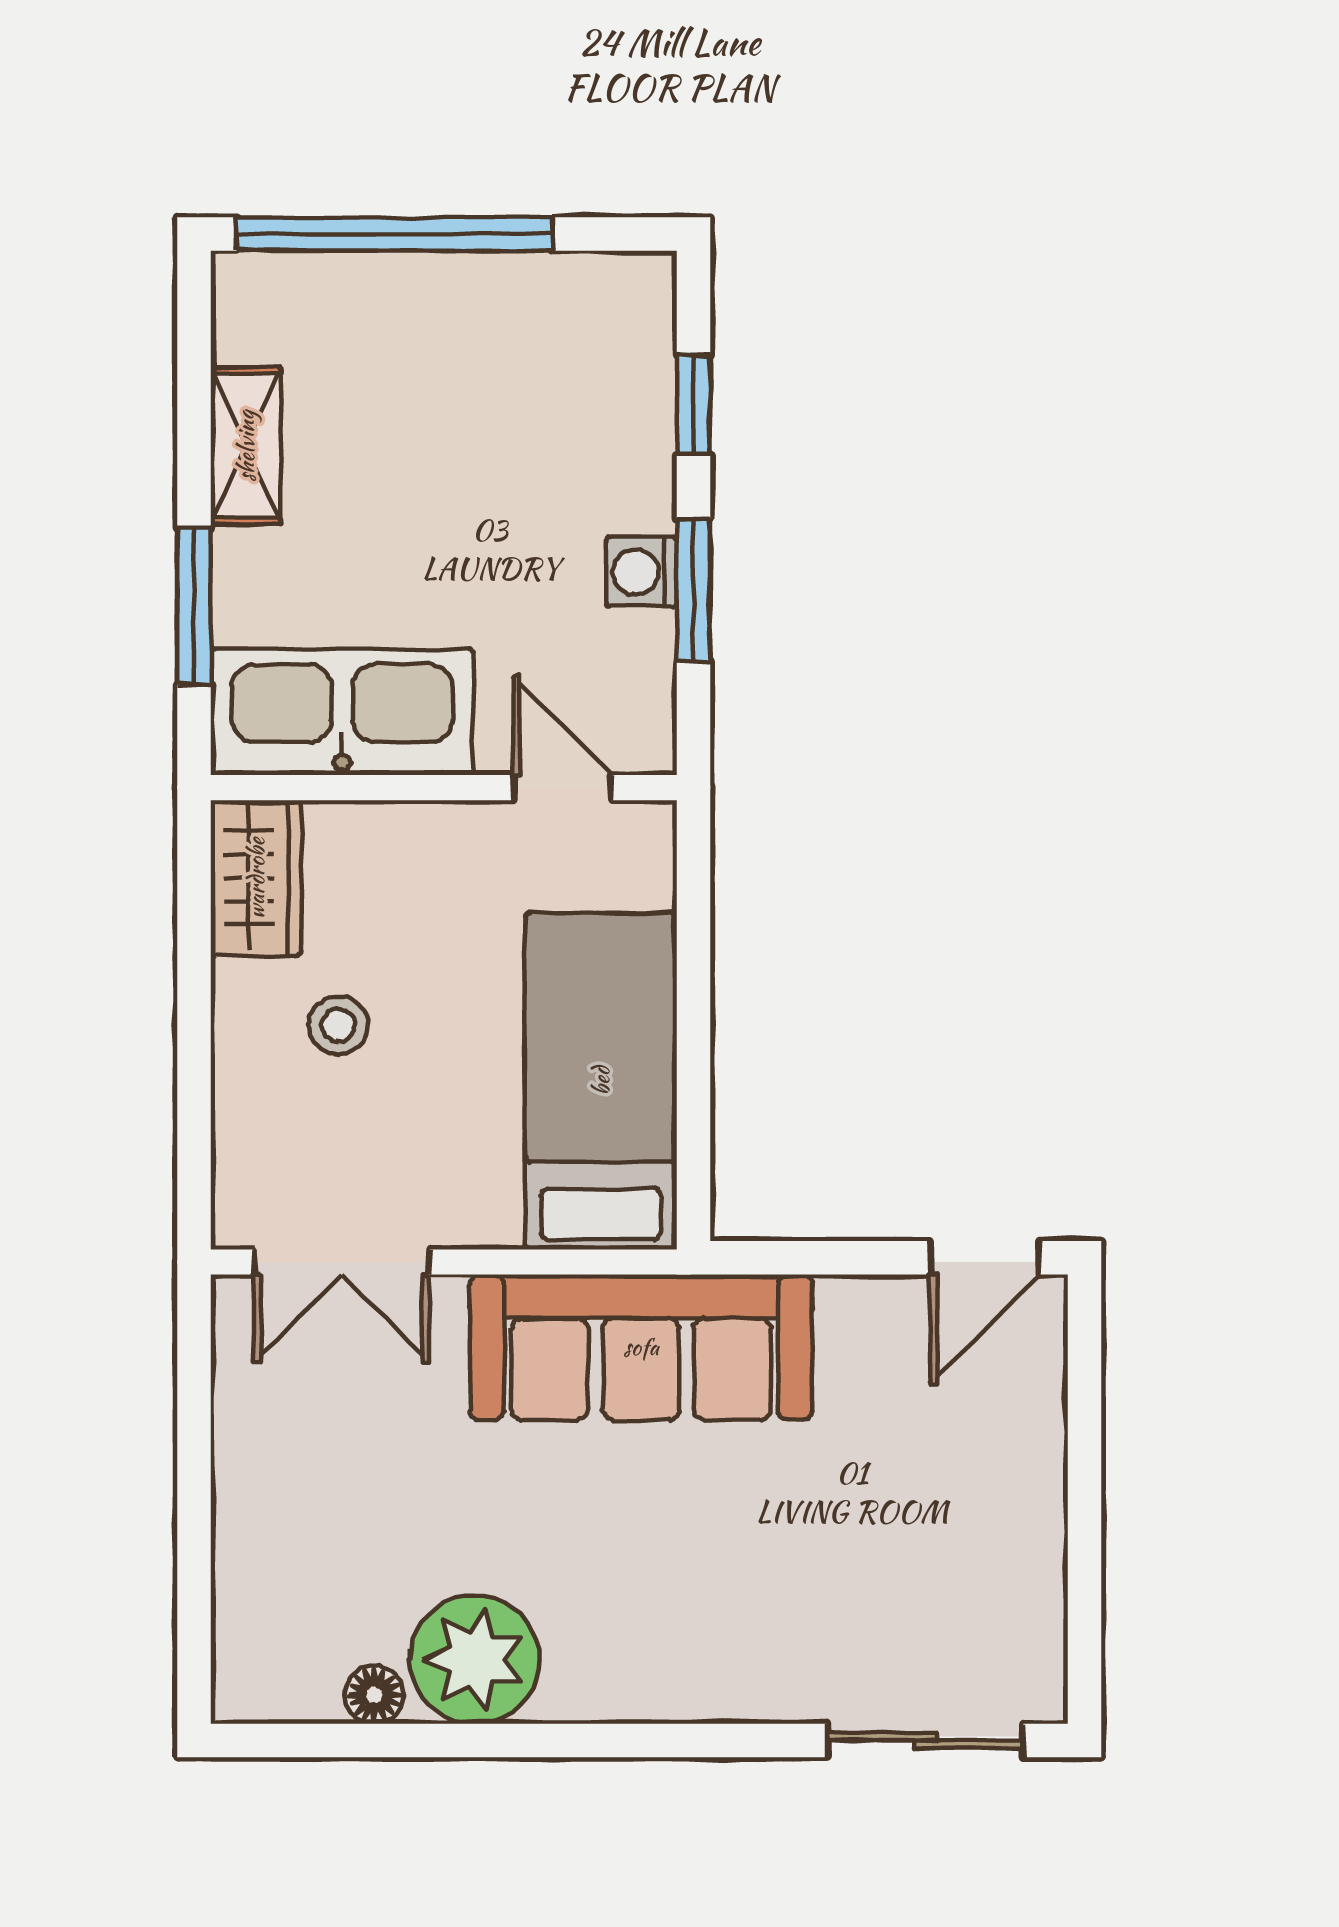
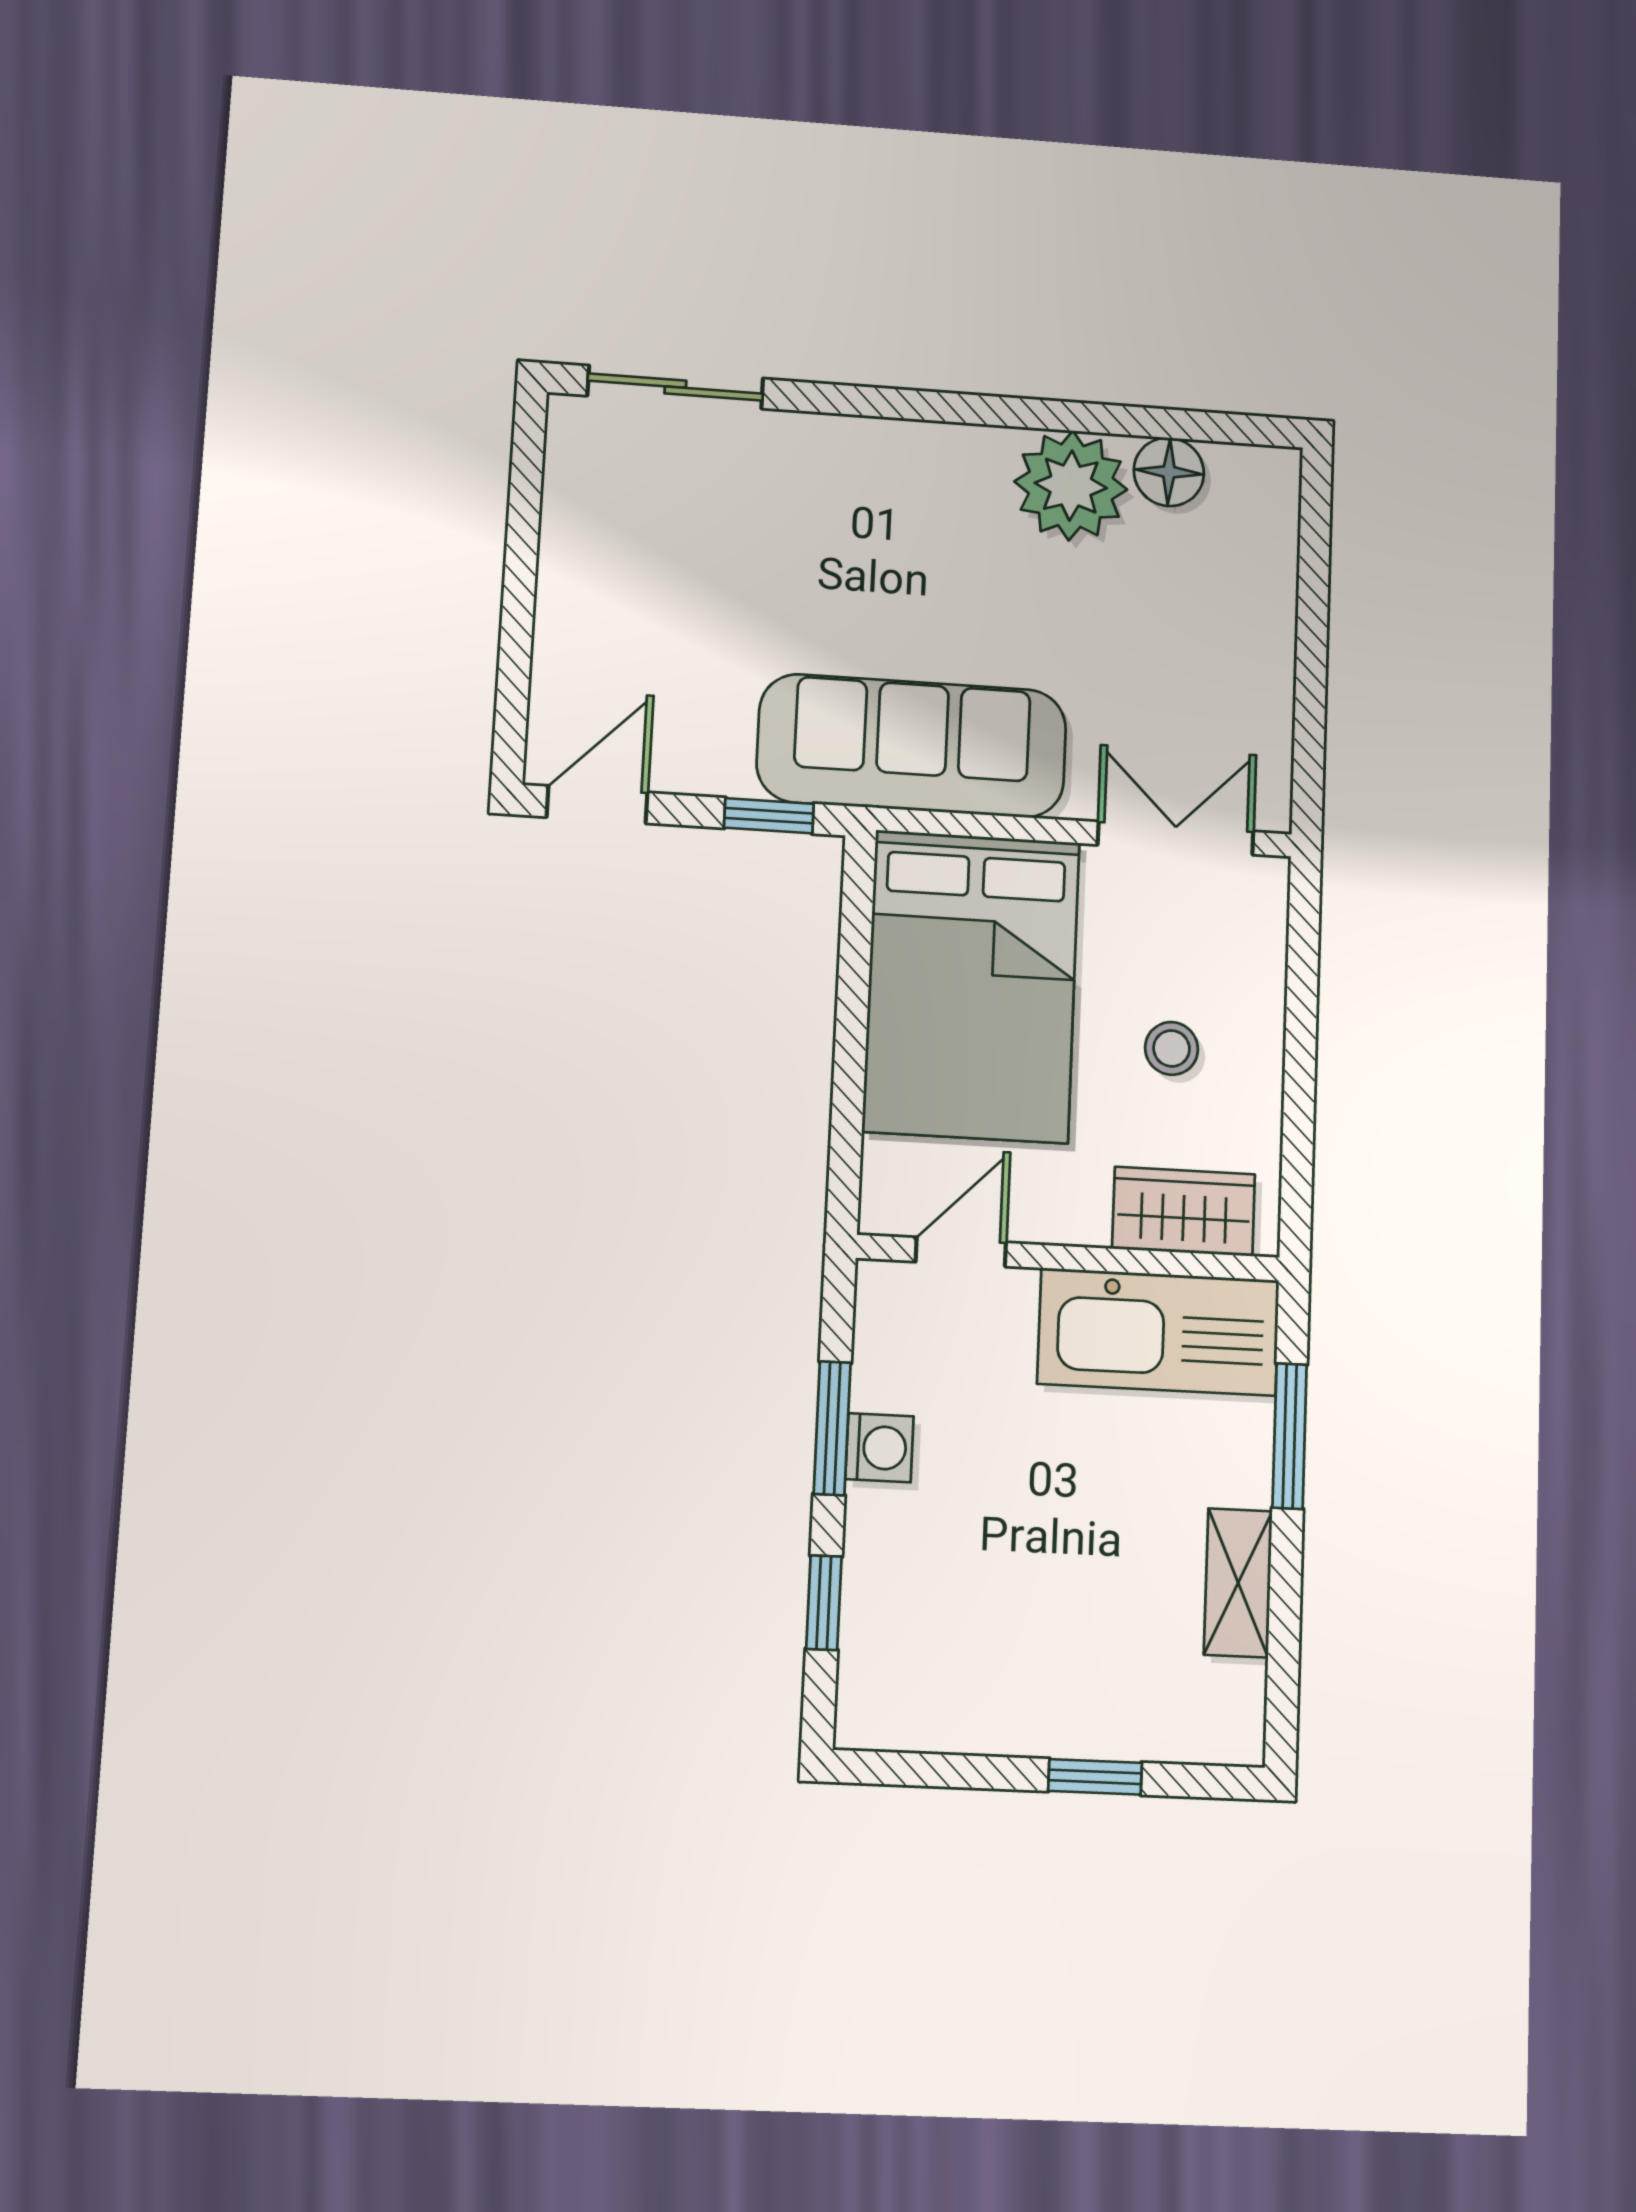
window: (394, 234) -> (1095, 1777), width x0.32
door: (562, 788) -> (961, 1252), swing flipped
wardrobe: (256, 878) -> (1184, 1211), moved, turned 90
bed: (601, 1081) -> (971, 986), width x1.50
window: (796, 1258) -> (769, 816), added
floor lamp: (374, 1695) -> (1169, 472), width x1.37, depth x1.37

